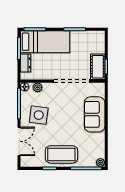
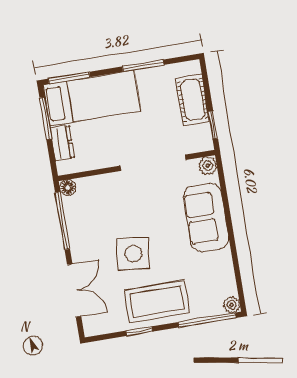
cot: (98, 67) -> (193, 100), moved
plant: (37, 87) -> (208, 166), moved
side table: (39, 115) -> (133, 254), moved

